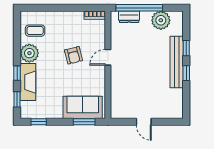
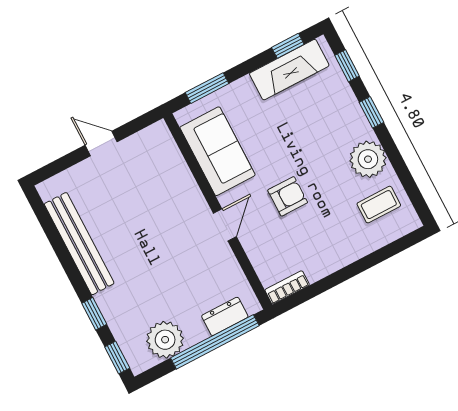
armchair: (74, 55) -> (288, 196), turned 104
bench: (177, 62) -> (79, 244), moved
window: (186, 73) -> (117, 358), moved
fireplace: (28, 82) -> (289, 70), moved, turned -90
sofa: (83, 107) -> (217, 151), moved, turned -90

